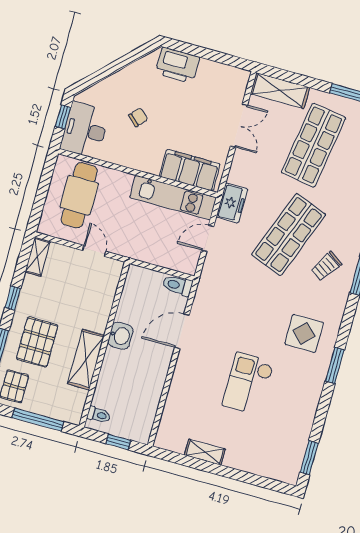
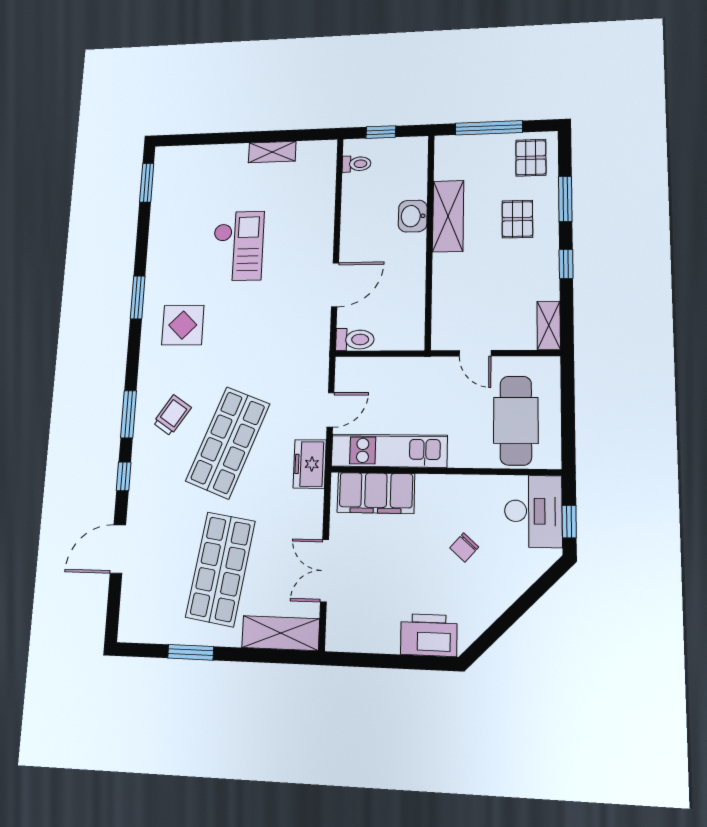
washbasin: (120, 336) -> (413, 216), moved
pallet: (37, 342) -> (517, 219), width x0.67, depth x0.71
toilet: (99, 415) -> (357, 164), moved, turned 180

